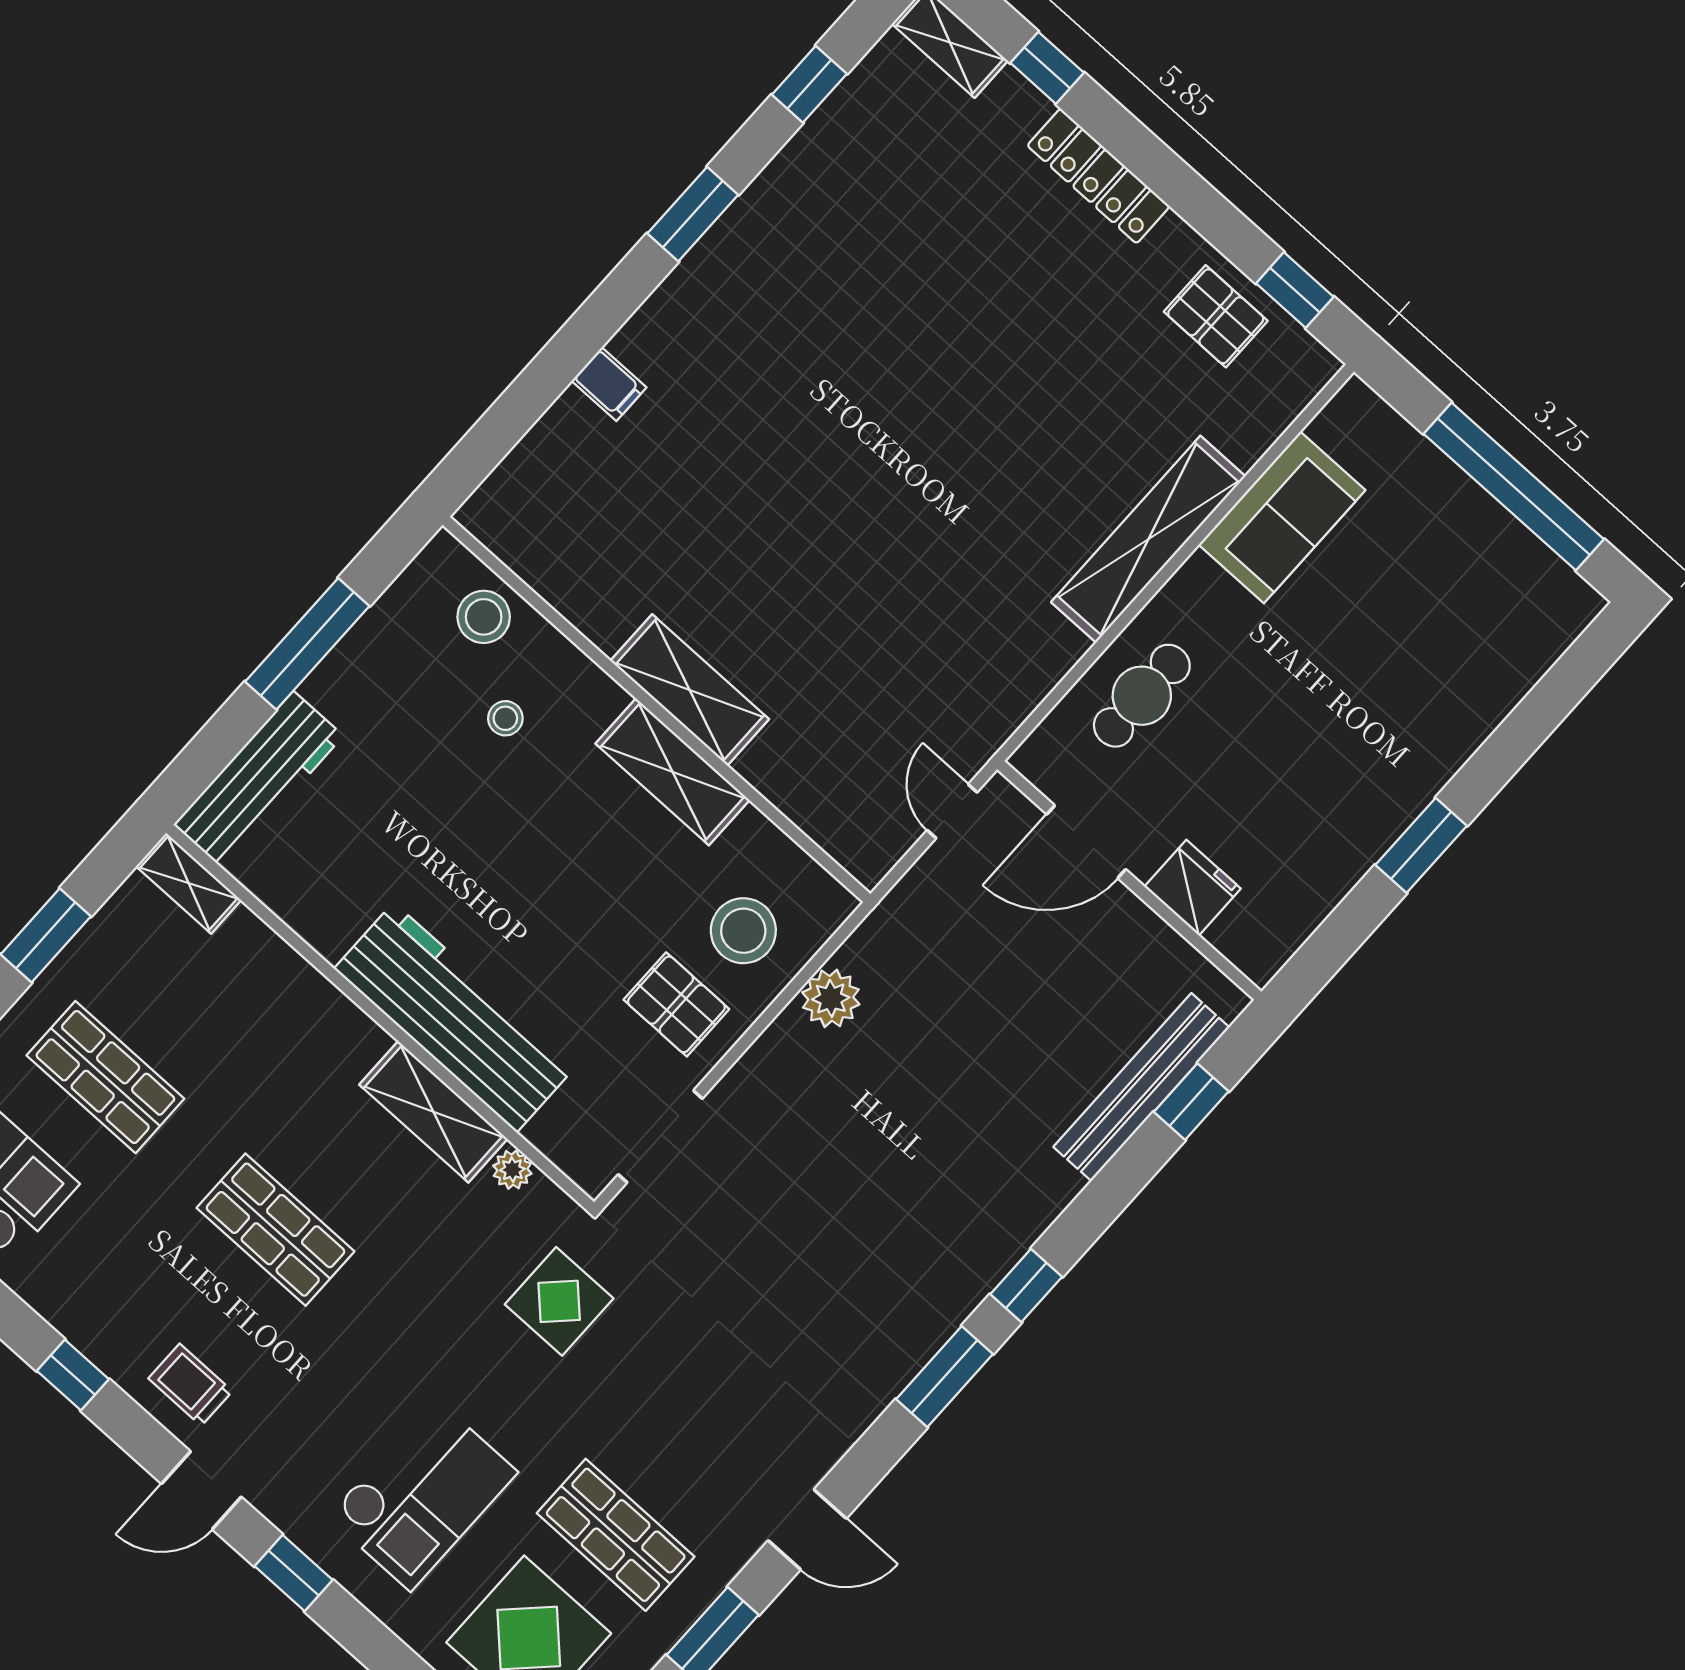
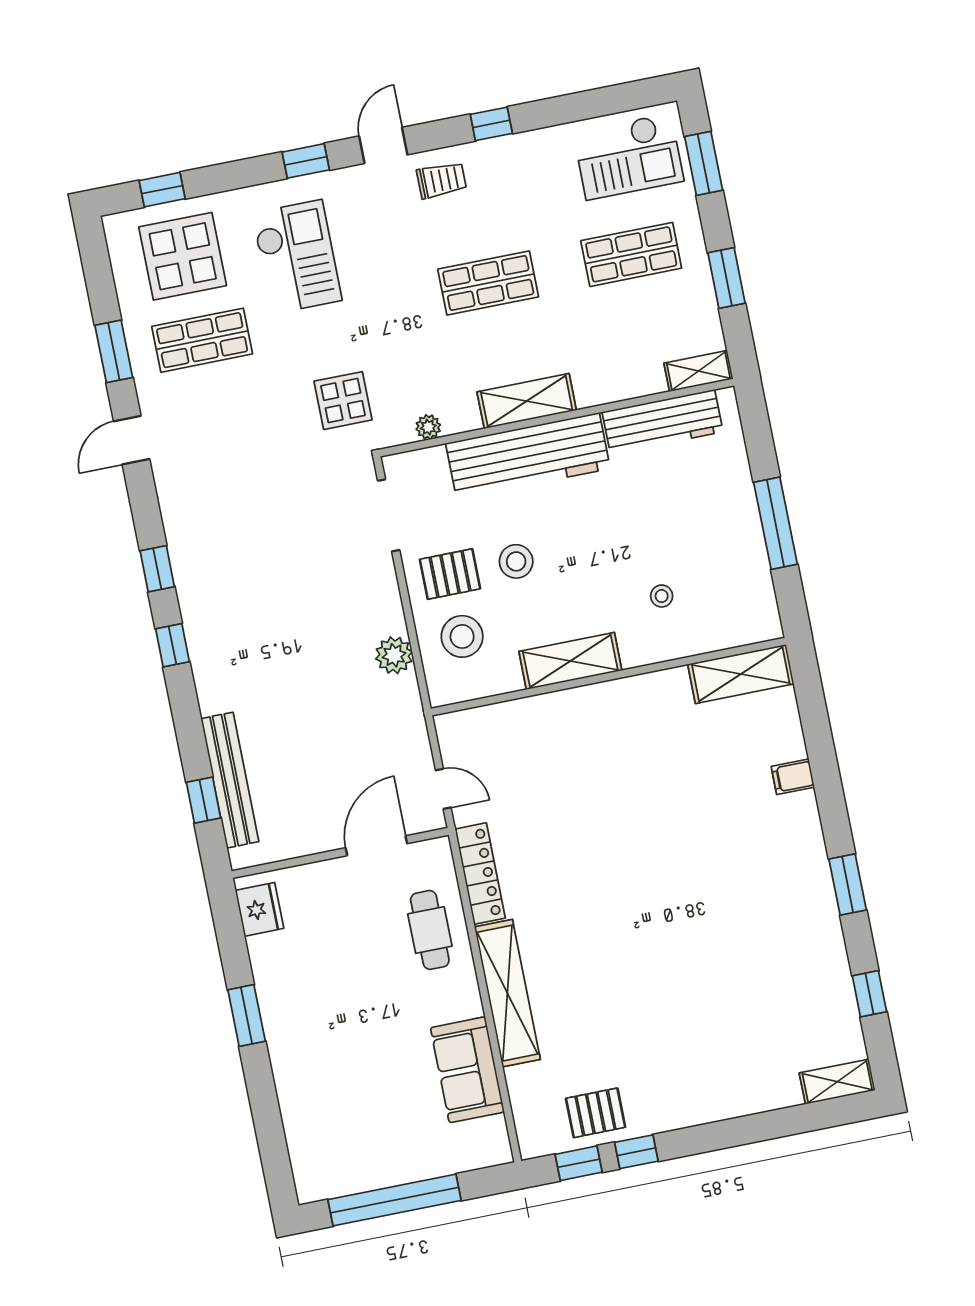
window: (1047, 68) -> (636, 1152), moved
locker: (1098, 176) -> (480, 874), moved, turned 90
stool: (484, 617) -> (516, 561), moved
shelving: (690, 690) -> (741, 674), moved
workbench: (259, 780) -> (663, 422), moved, turned -90
fridge: (1193, 888) -> (260, 909), moved, turned -90
shelving: (433, 1112) -> (527, 401), moved
window: (944, 1377) -> (157, 569), width x0.67
checkout: (422, 1494) -> (297, 257), turned 180

